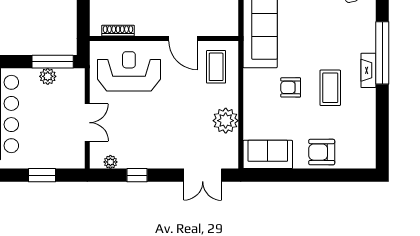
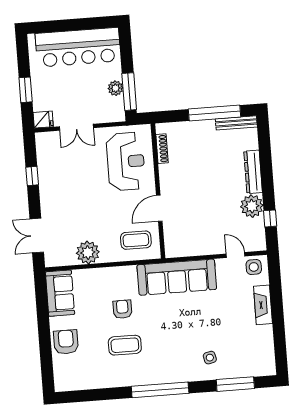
fireplace: (368, 70) -> (143, 379), removed
fridge: (76, 158) -> (43, 120), added
plant: (110, 162) -> (42, 151), removed

